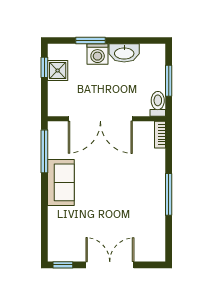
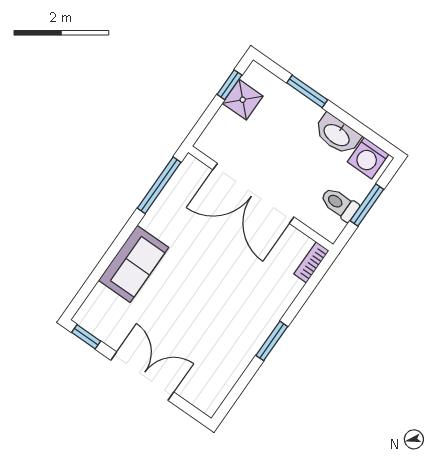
washing machine: (98, 54) -> (368, 158), moved
toilet: (158, 104) -> (339, 204), moved, turned -90
sofa: (61, 182) -> (134, 264), moved
window: (169, 194) -> (272, 341), width x0.69

